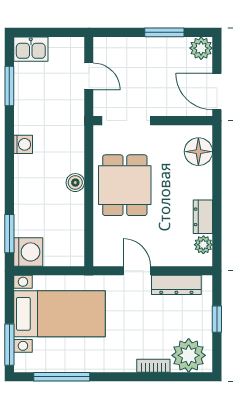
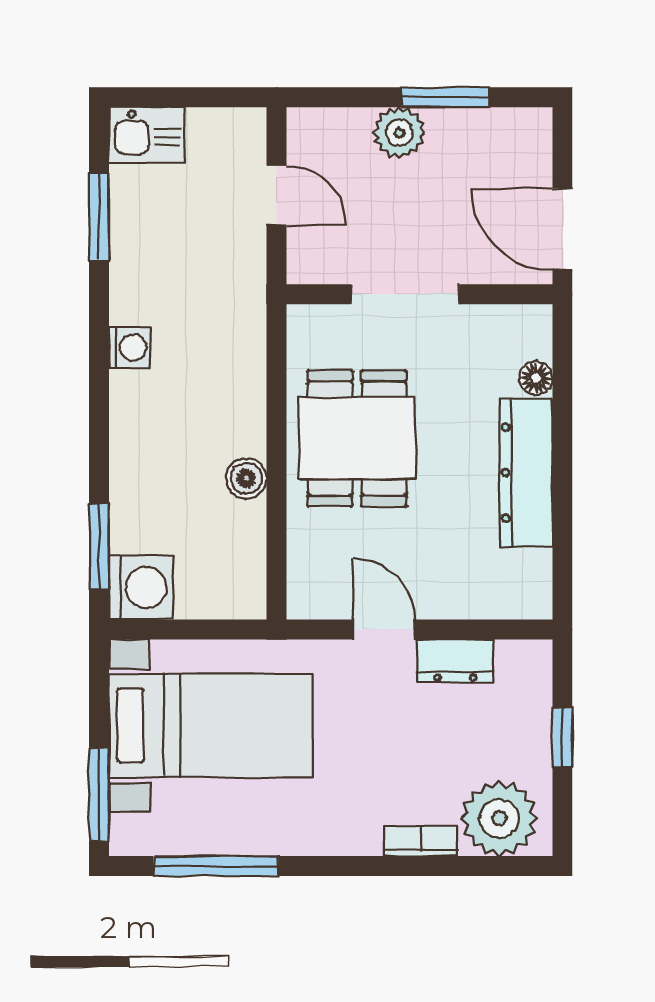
plant: (201, 48) -> (399, 133), moved
doorway: (126, 121) -> (405, 294), moved
floor lamp: (198, 152) -> (536, 378), width x0.53, depth x0.53
boiler: (75, 183) -> (246, 478), moved
dresser: (203, 217) -> (526, 473), width x1.96, depth x1.24
plant: (203, 245) -> (532, 571), removed
dresser: (176, 285) -> (455, 661), width x0.70

